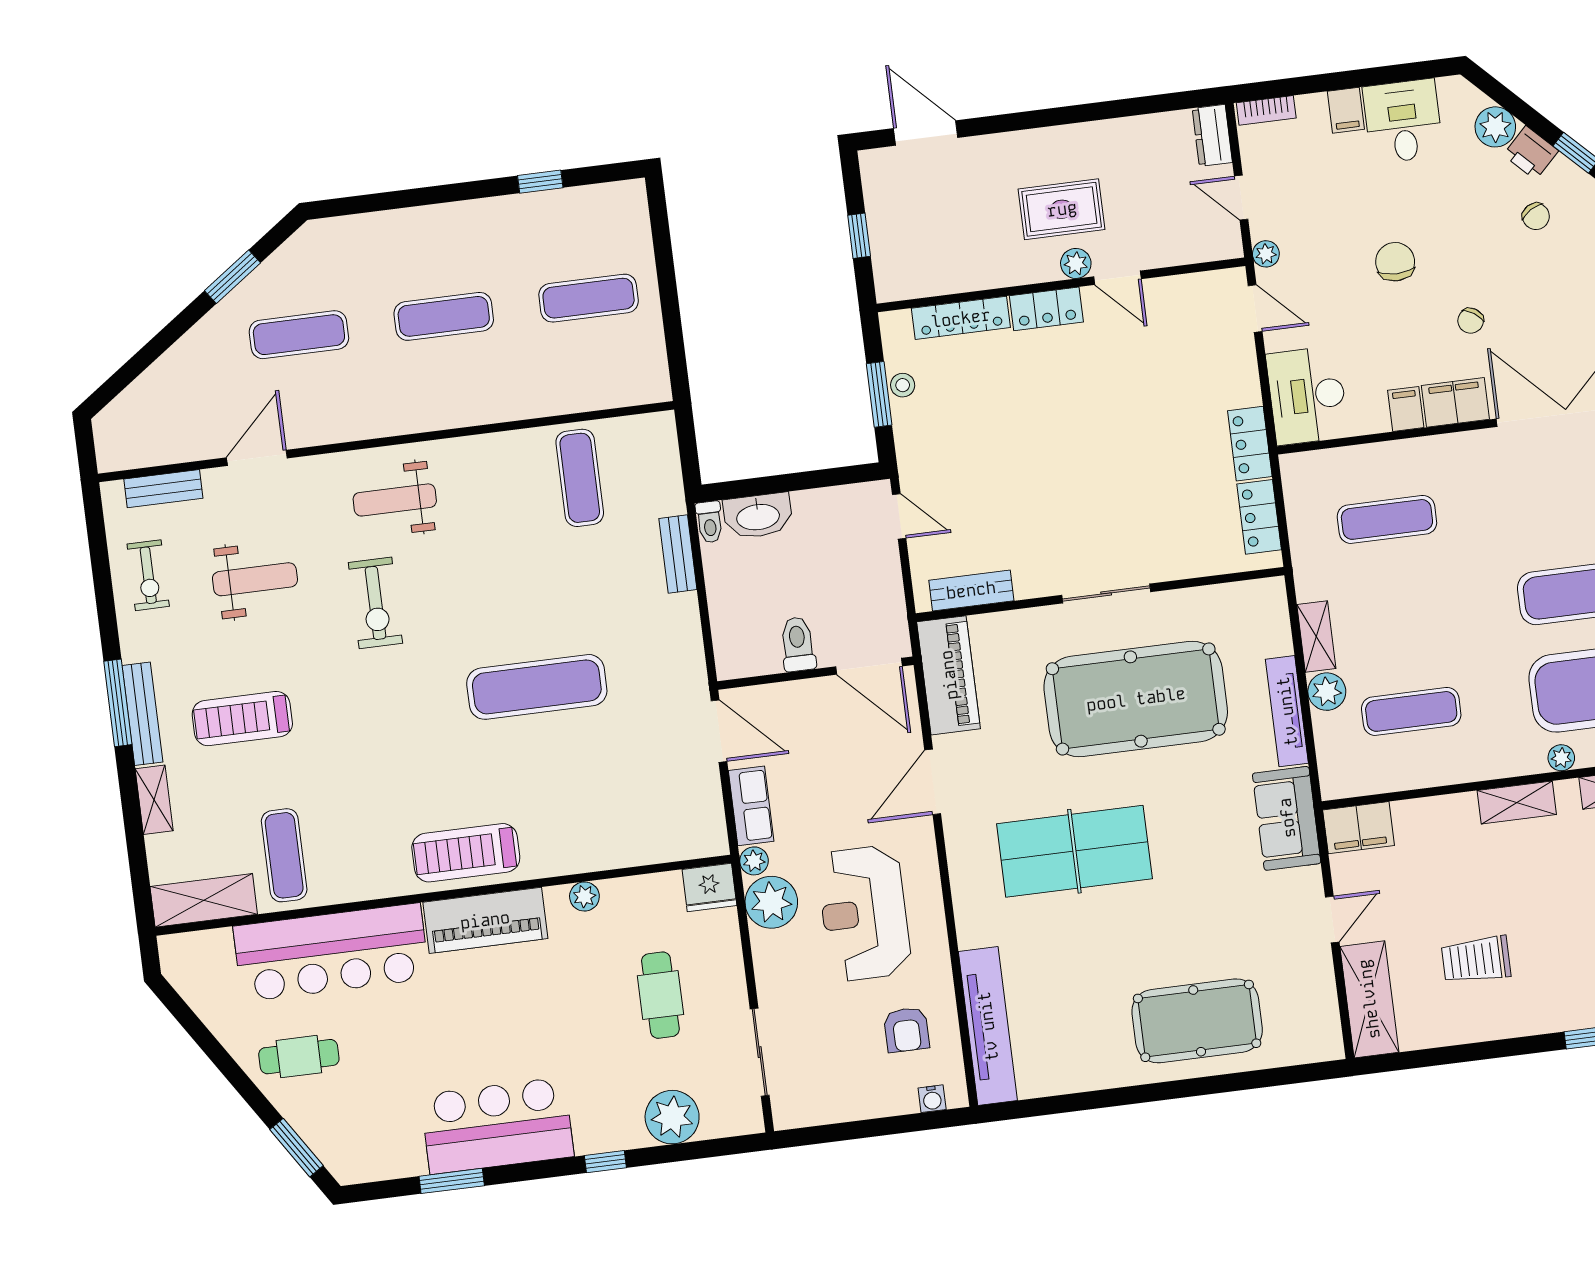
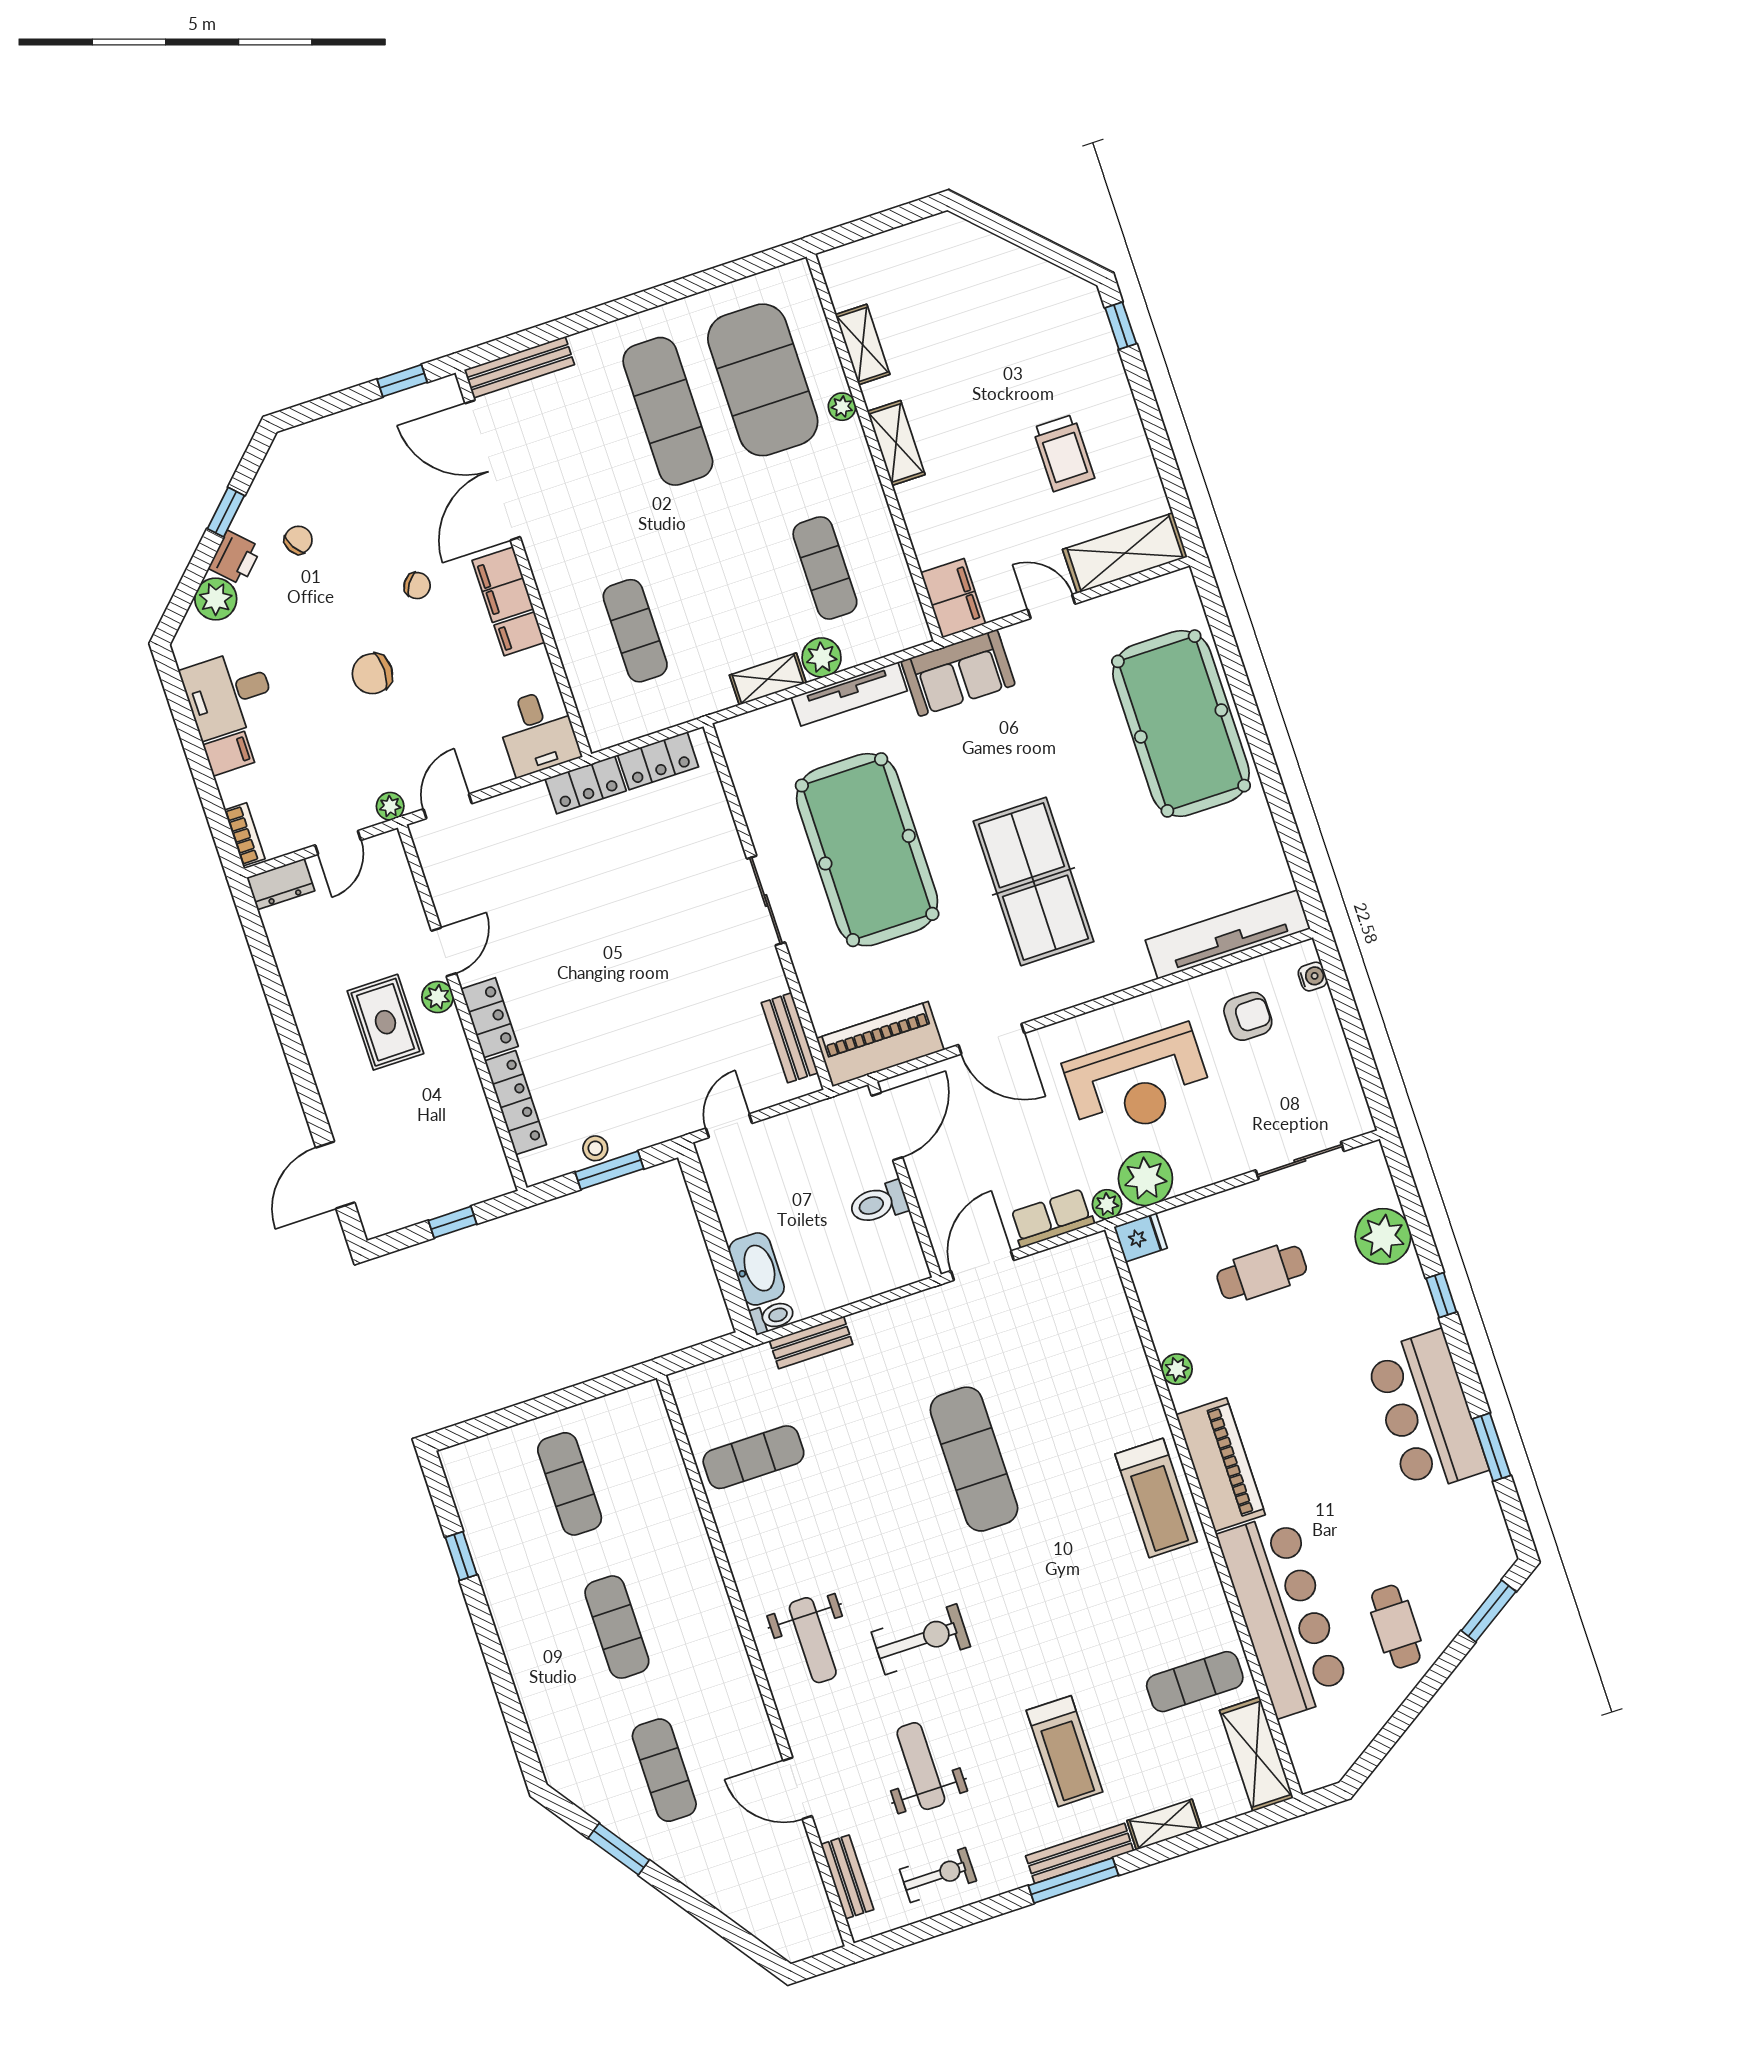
desk: (1307, 396) -> (538, 732), width x0.73
fridge: (709, 887) -> (1141, 1237), width x0.72
pool table: (1197, 1021) -> (1181, 723), width x1.36, depth x1.32

